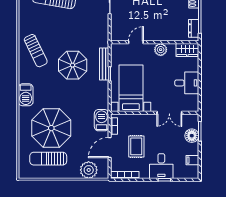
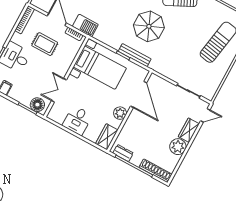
door: (136, 42) -> (139, 94), width x1.88
floor lamp: (192, 136) -> (37, 105), moved

